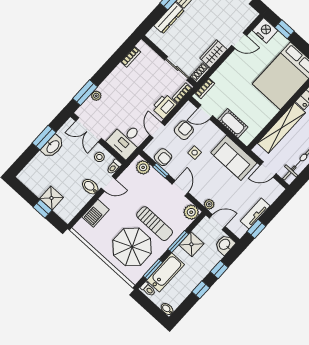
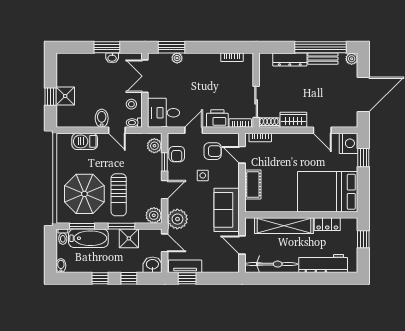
washbasin: (53, 146) -> (112, 58), width x0.52, depth x0.69
plant: (209, 204) -> (177, 219), width x1.88, depth x1.88
tv unit: (255, 214) -> (185, 266), moved

